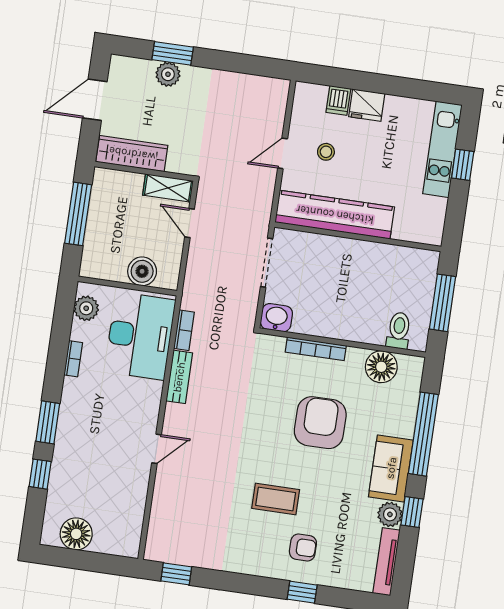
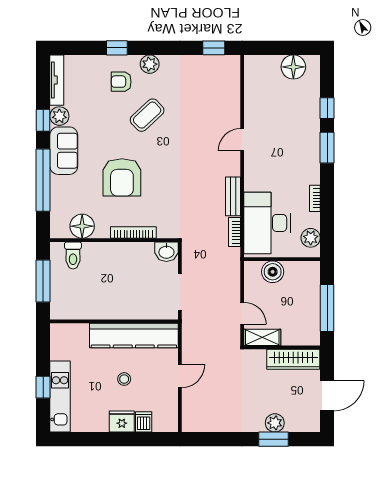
stool: (326, 152) -> (124, 379), moved
coffee table: (276, 499) -> (147, 115), turned -43
plant: (263, 565) -> (150, 64), added

